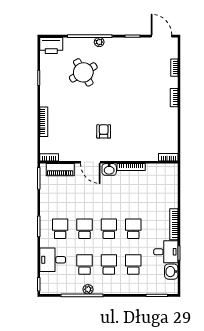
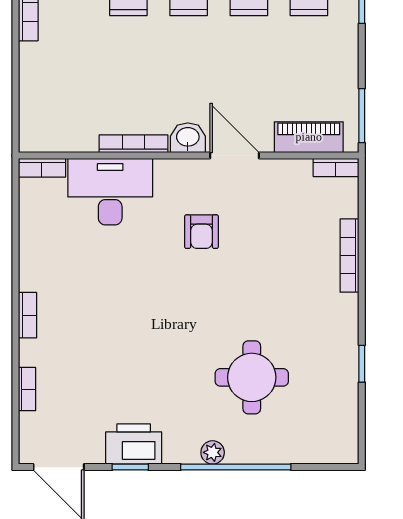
printer: (51, 45) -> (134, 444), moved
round table: (83, 72) -> (252, 377), turned 30
desk: (141, 148) -> (110, 192), added

